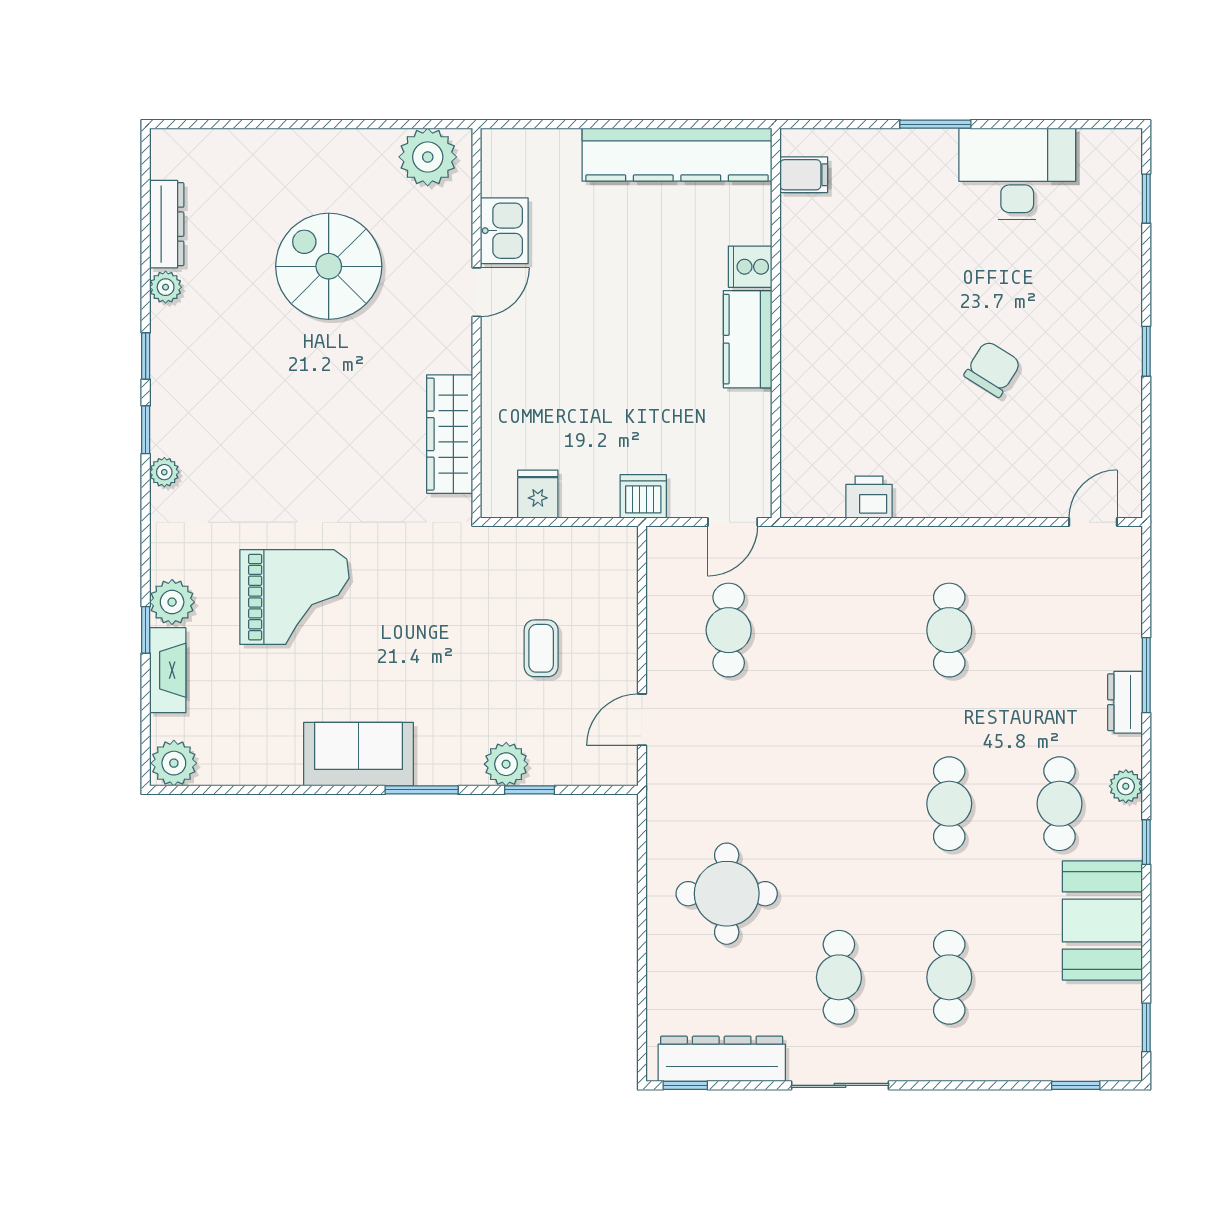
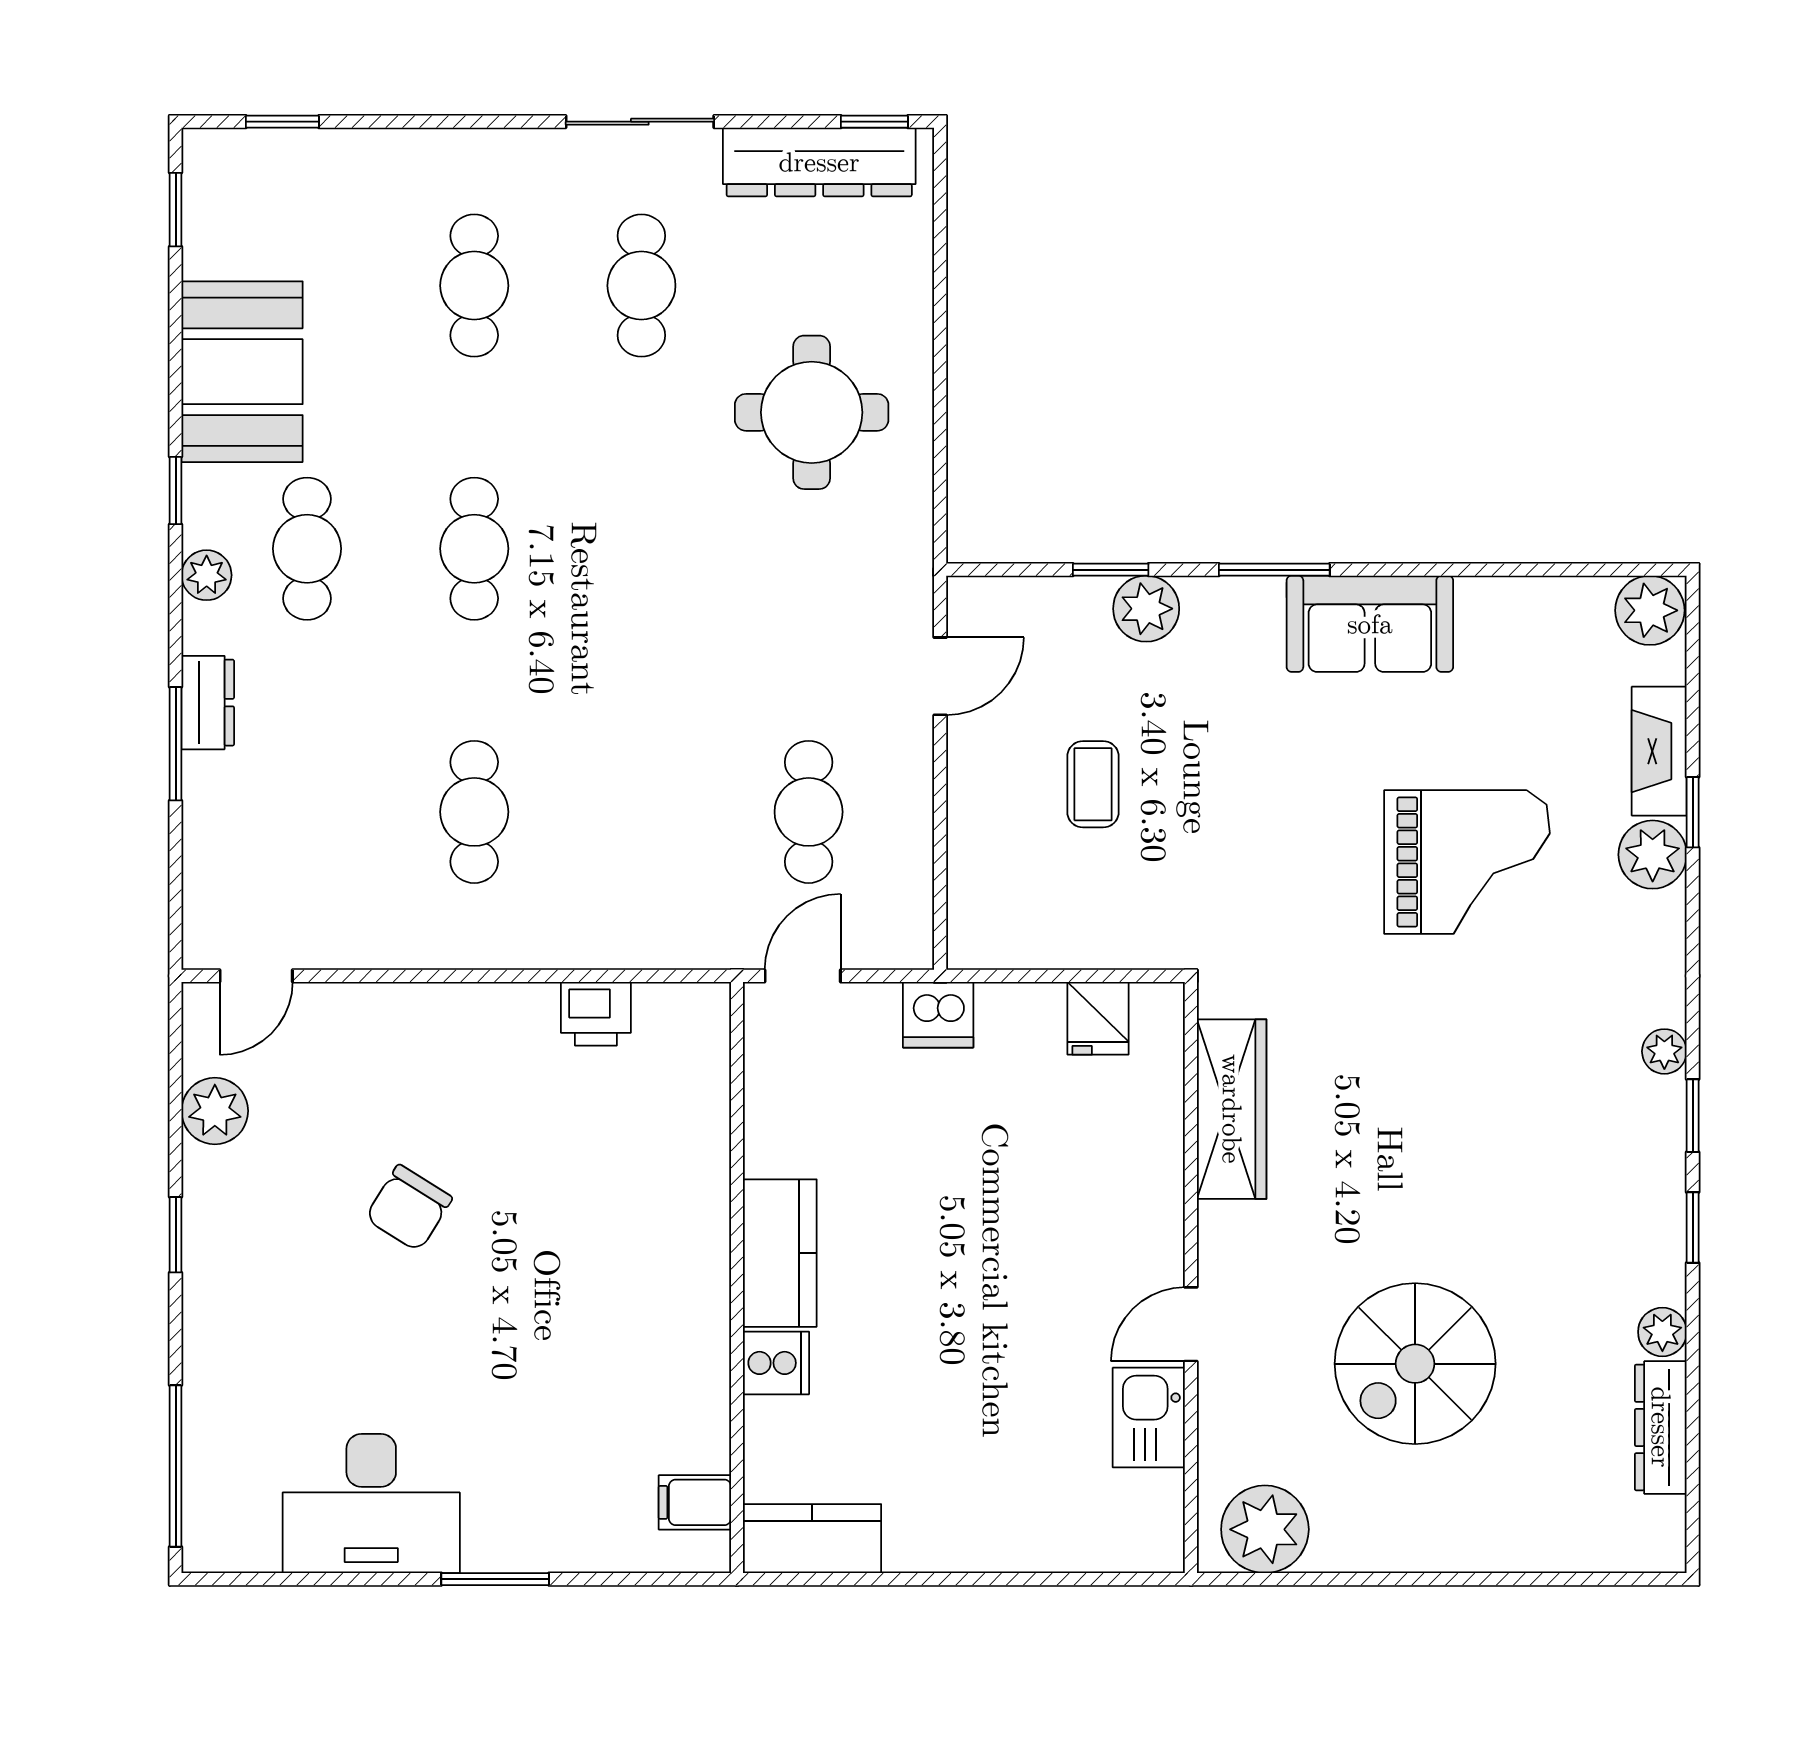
kitchen counter: (677, 155) -> (812, 1539), width x0.48, depth x0.86
window: (1146, 199) -> (176, 1466), width x2.17
spiral stairs: (329, 266) -> (1415, 1364), turned 90
plant: (1120, 433) -> (215, 1111), added
grand piano: (294, 597) -> (1467, 862), turned 180

